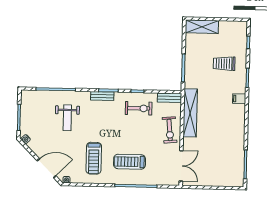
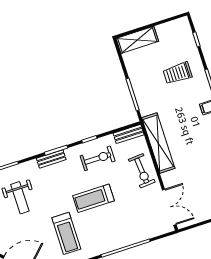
treadmill: (130, 162) -> (94, 198), moved

